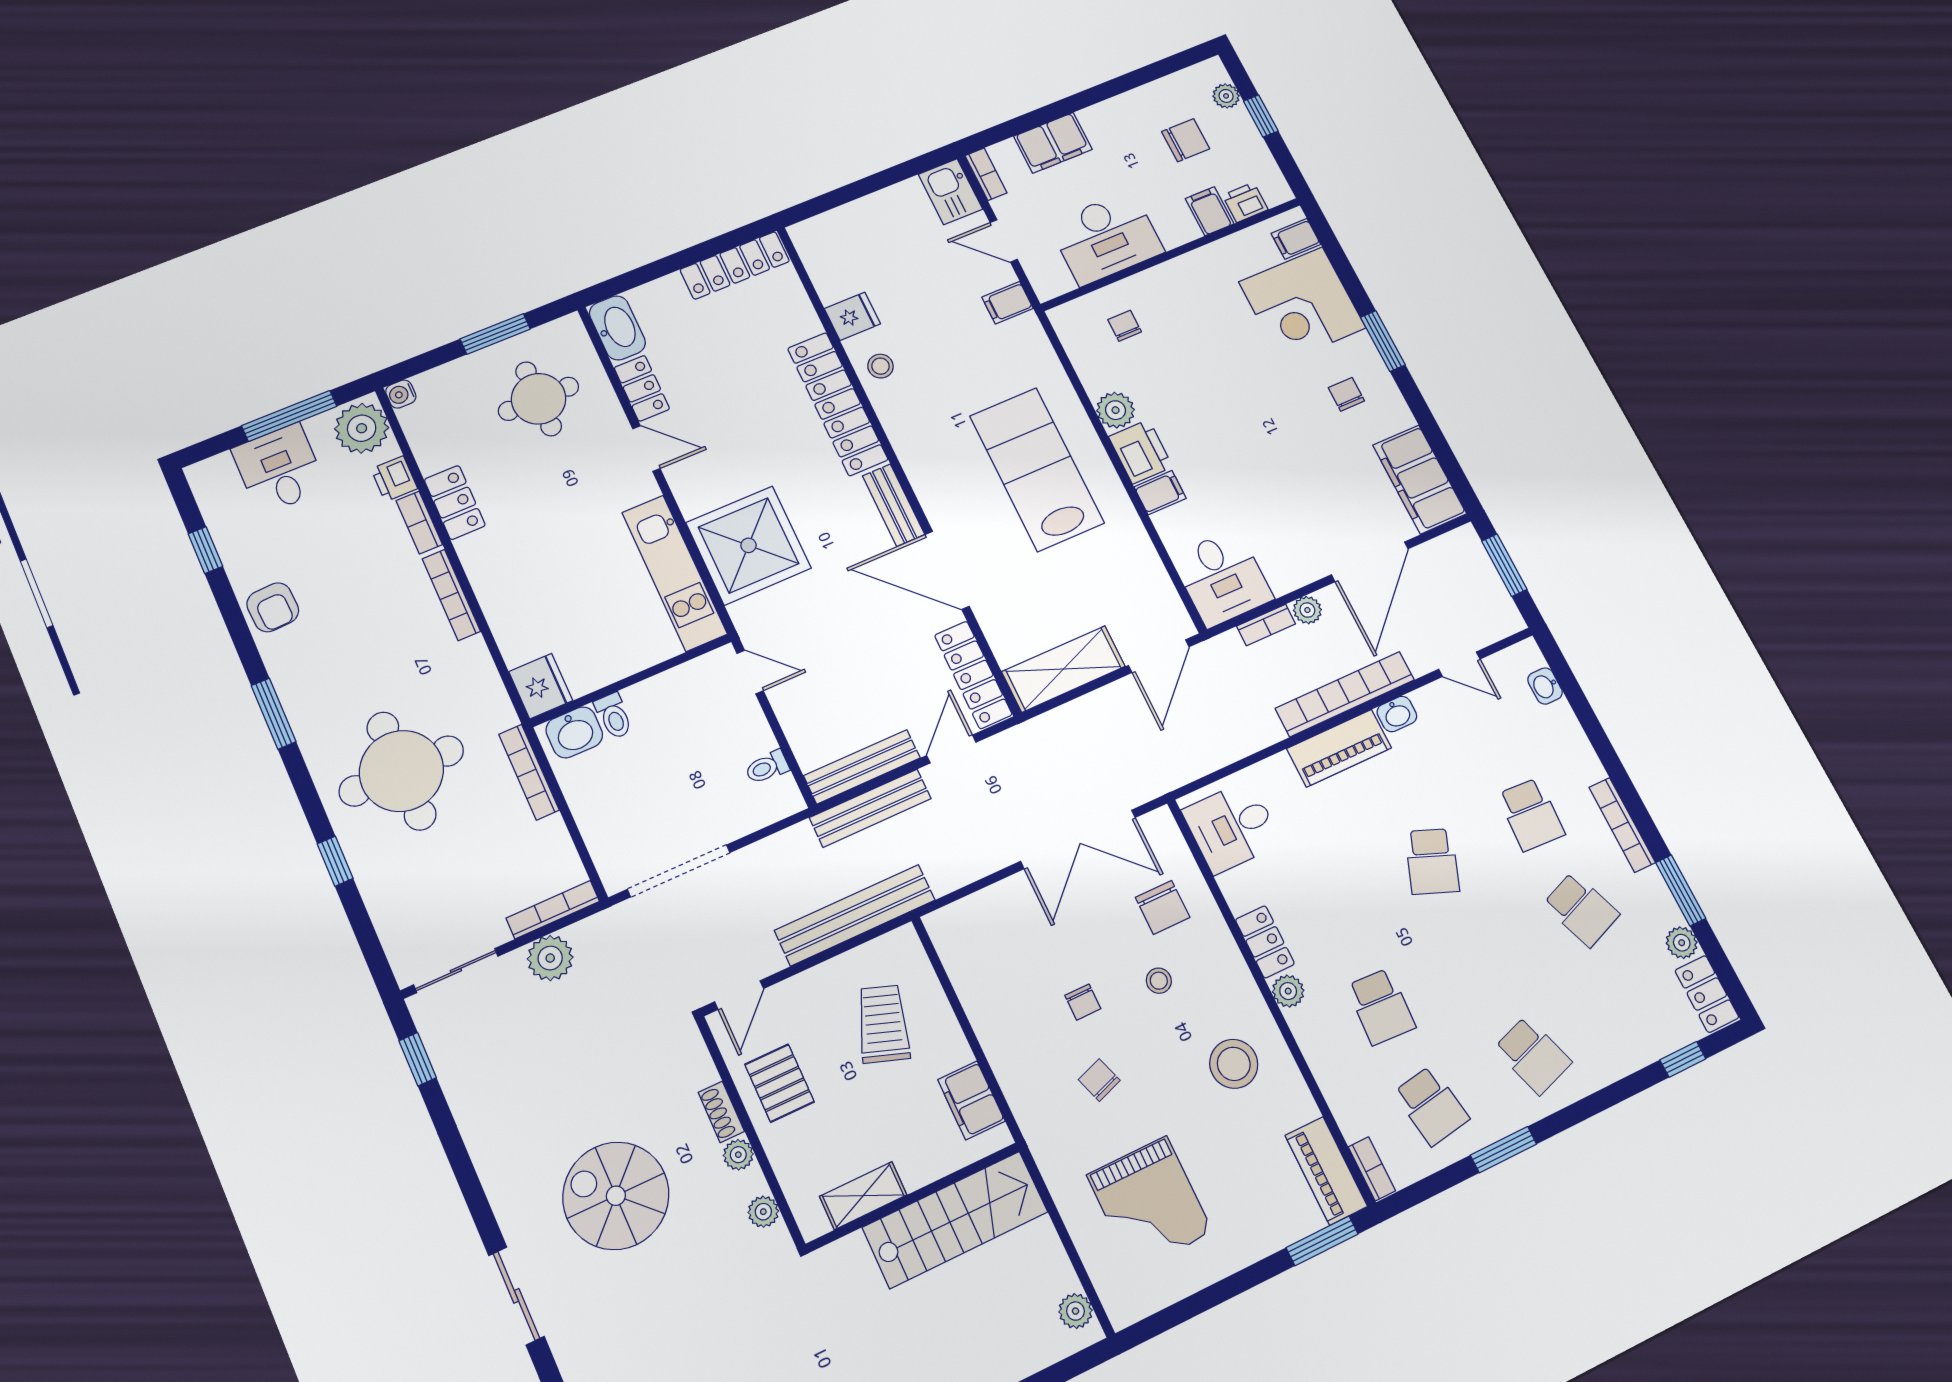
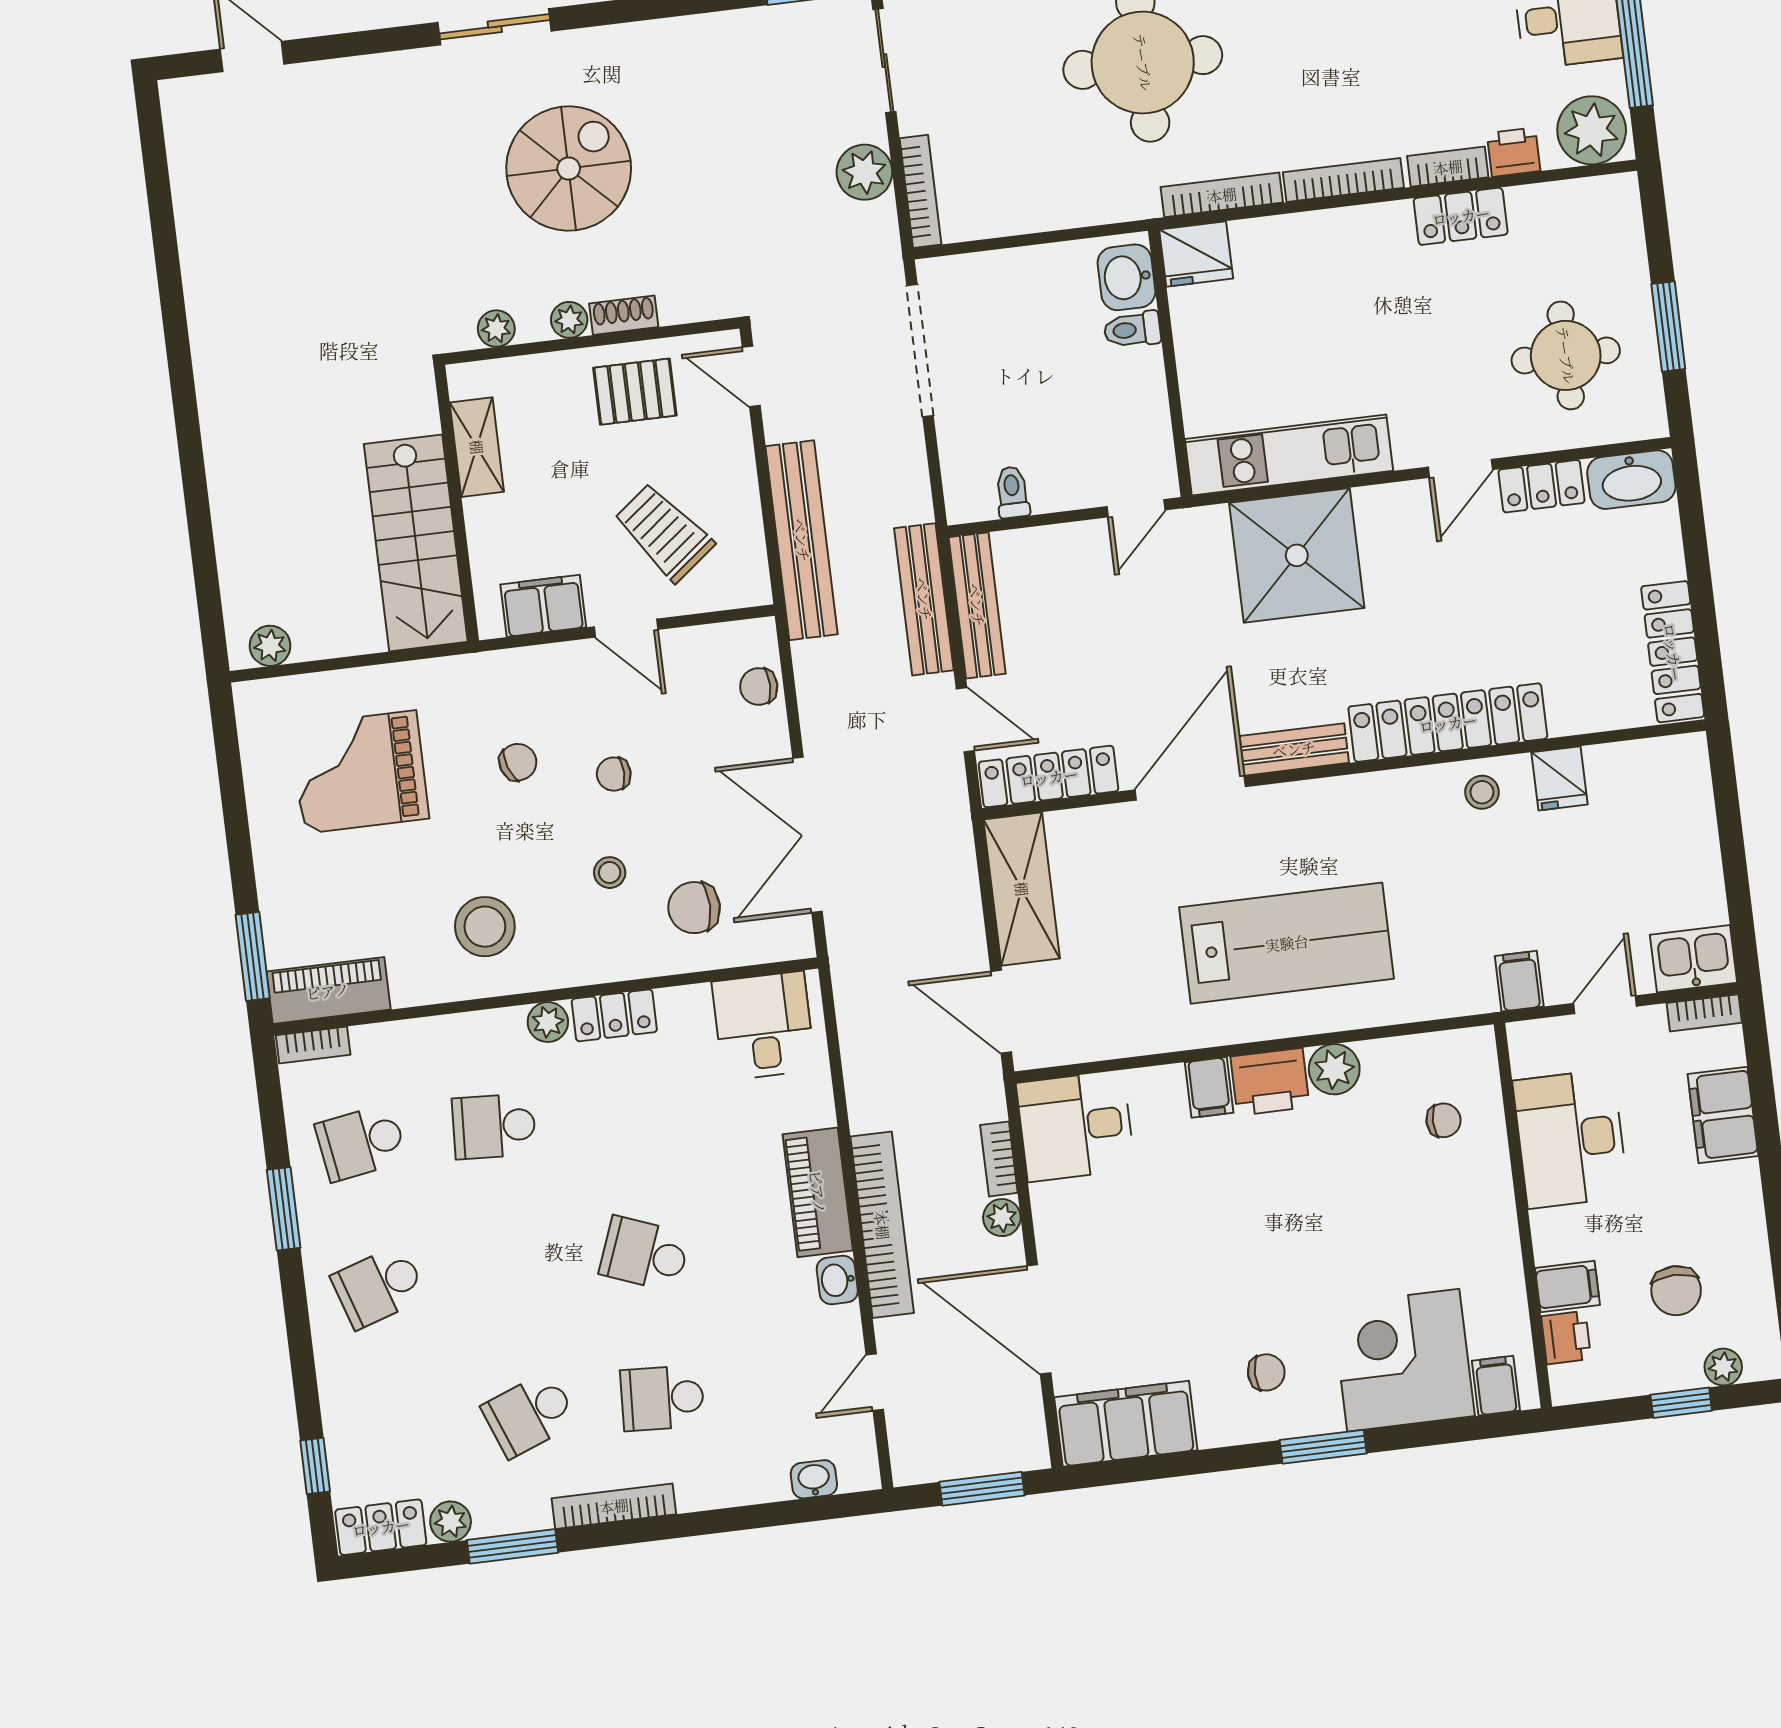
water cooler: (401, 394) -> (1622, 190), removed
bookcase: (529, 772) -> (1222, 195), moved
chair: (978, 912) -> (759, 686), added
trolley: (883, 1024) -> (664, 532), turned -147
door: (967, 1029) -> (626, 628), added

